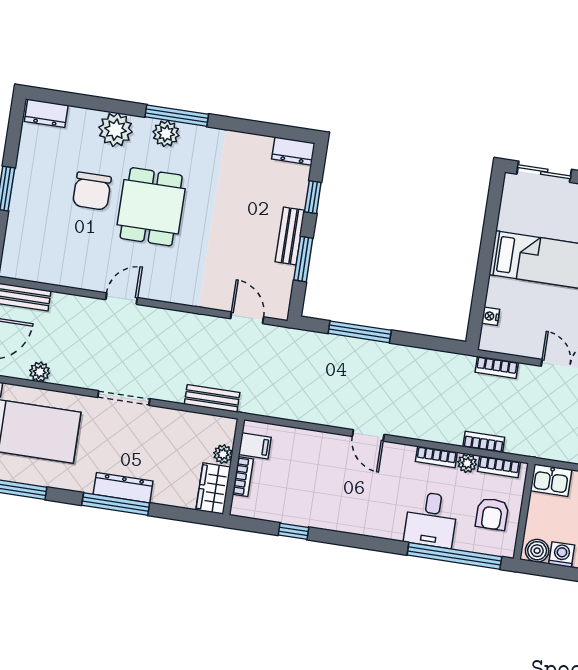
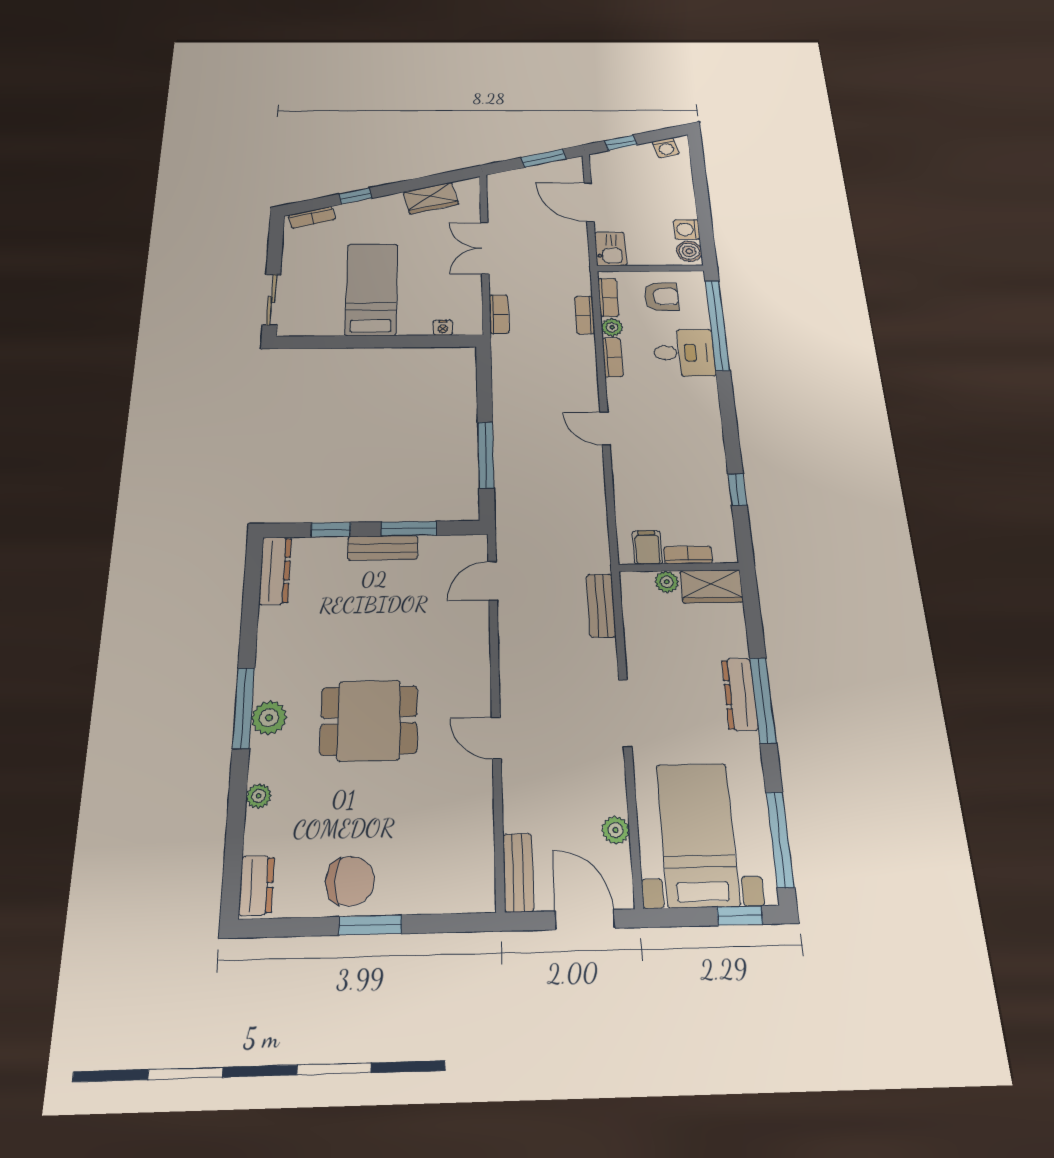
plant: (116, 130) -> (259, 796), width x0.53, depth x0.53
dresser: (293, 151) -> (275, 571), width x1.44
chair: (92, 191) -> (350, 881), moved
door: (368, 435) -> (605, 428), swing flipped

